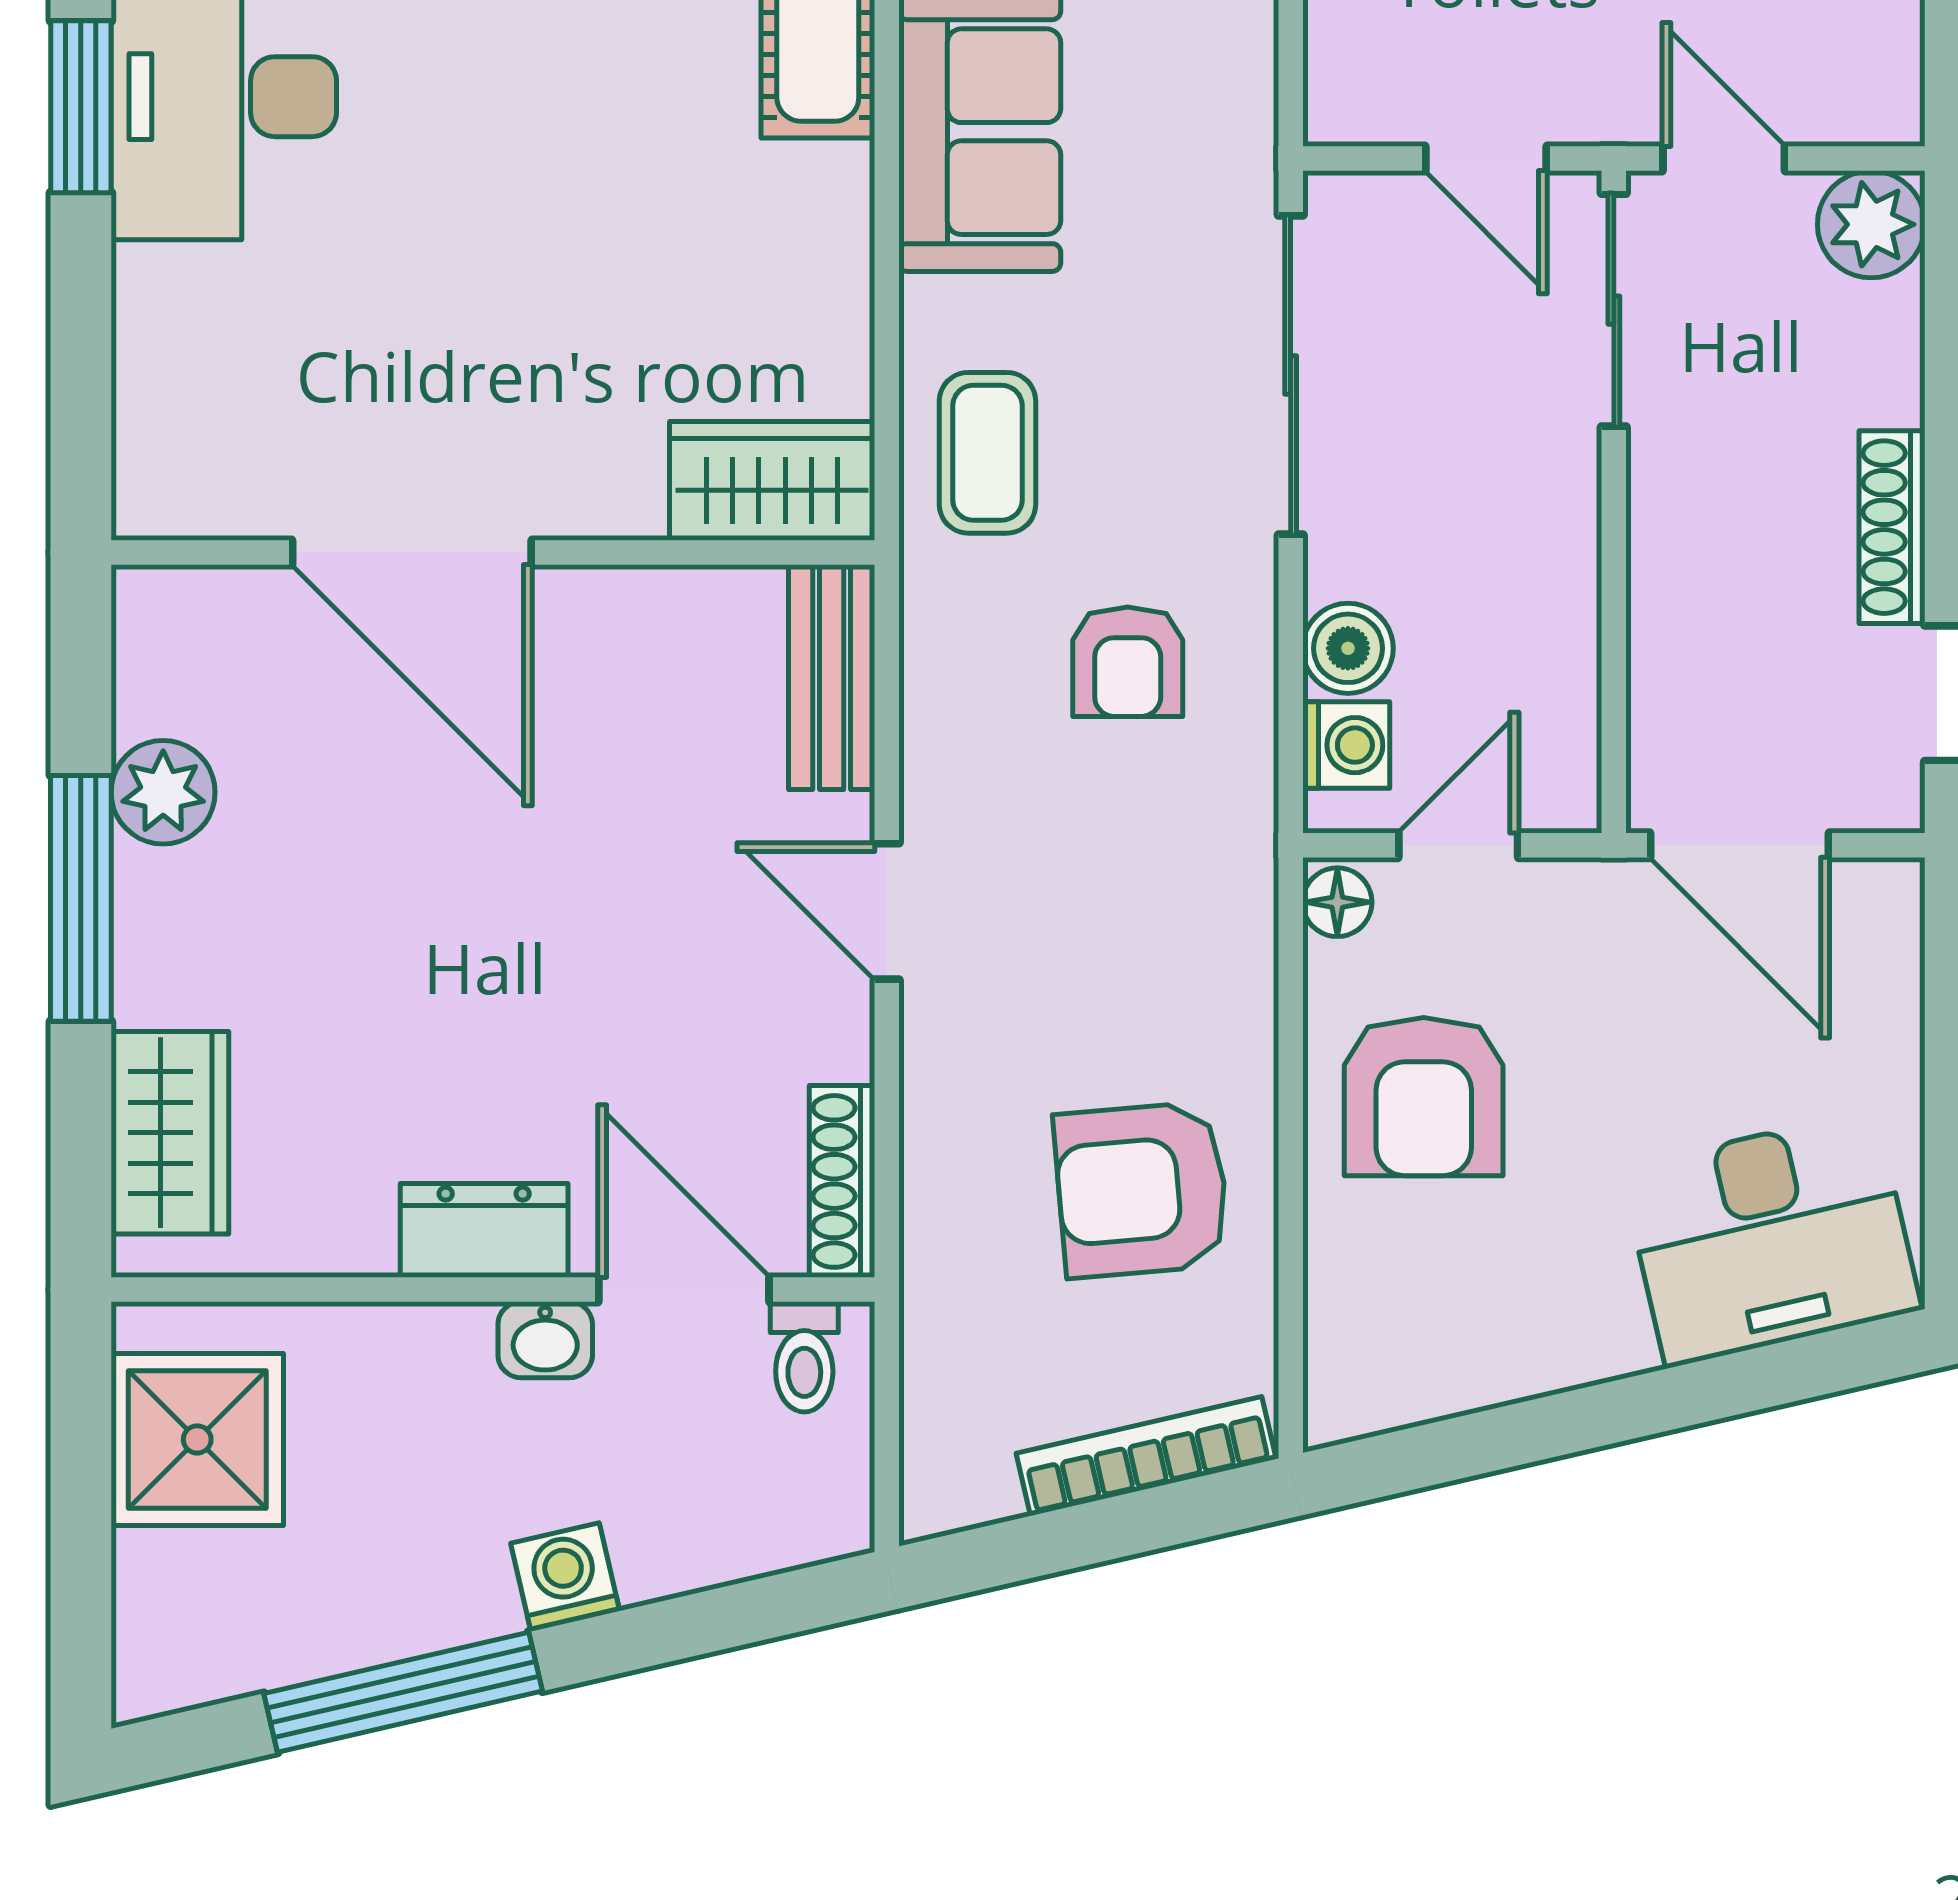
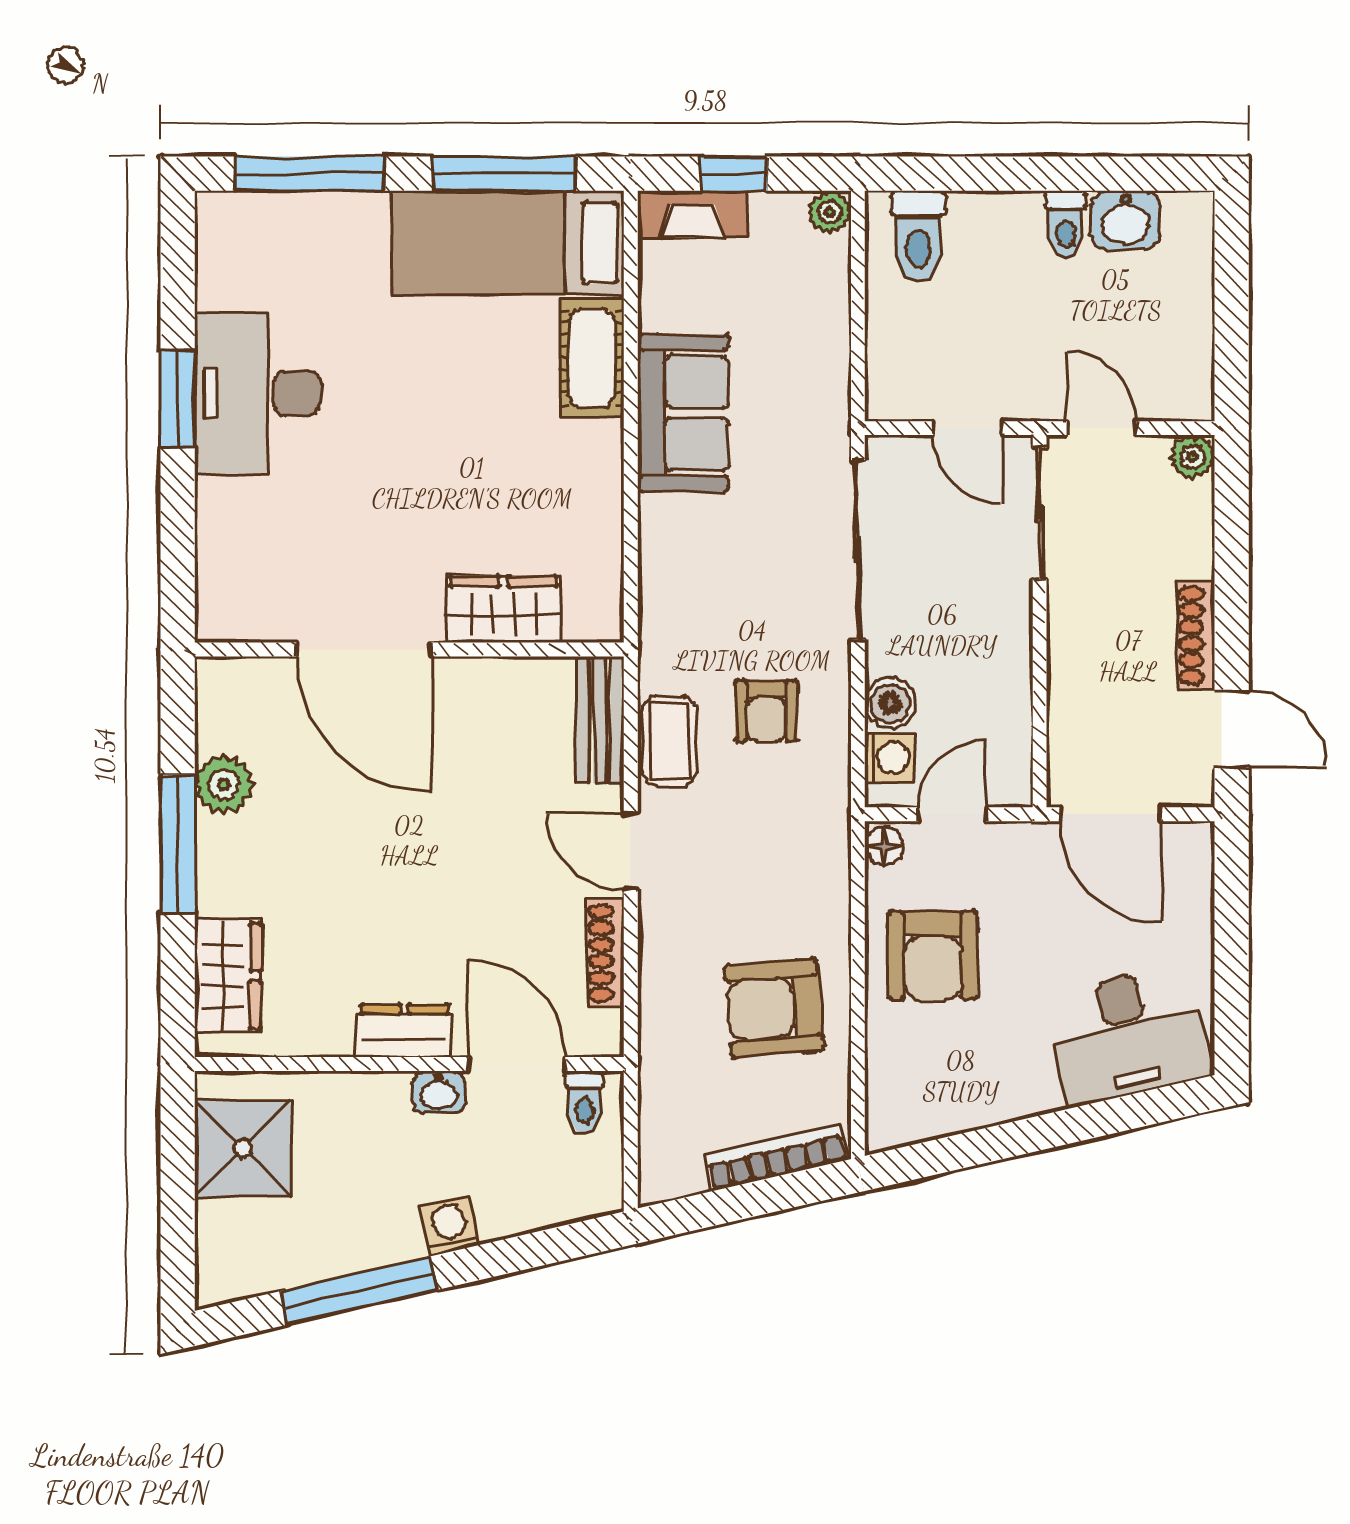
plant: (1871, 224) -> (1193, 457), width x0.73, depth x0.73
coffee table: (987, 453) -> (669, 741), moved
wardrobe: (772, 481) -> (503, 609), moved
shoe rack: (842, 1181) -> (606, 953), moved

